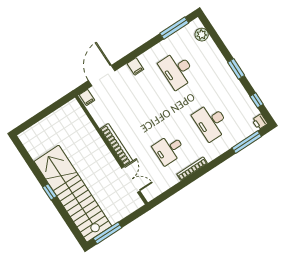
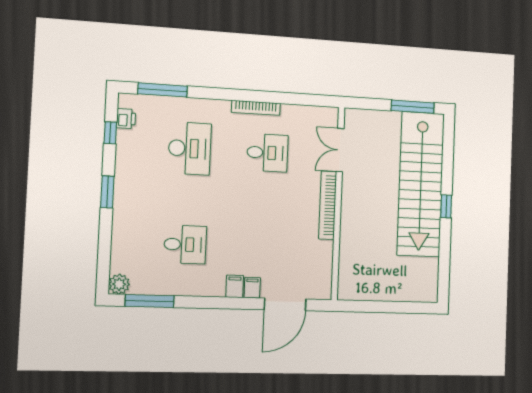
plant: (202, 35) -> (119, 284), moved
desk: (177, 70) -> (185, 245), width x0.73
filing cabinet: (87, 97) -> (252, 288), moved
printer: (260, 122) -> (126, 119), moved

